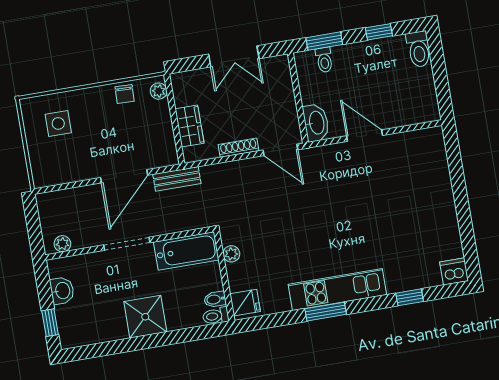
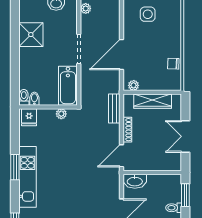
toilet: (324, 60) -> (174, 208), moved
plant: (159, 91) -> (134, 85), moved
side table: (58, 123) -> (148, 14), moved
wardrobe: (190, 126) -> (153, 101), width x1.50
door: (124, 176) -> (122, 55), hinge flipped
bench: (177, 179) -> (114, 109), moved
shower: (145, 317) -> (31, 35), moved

